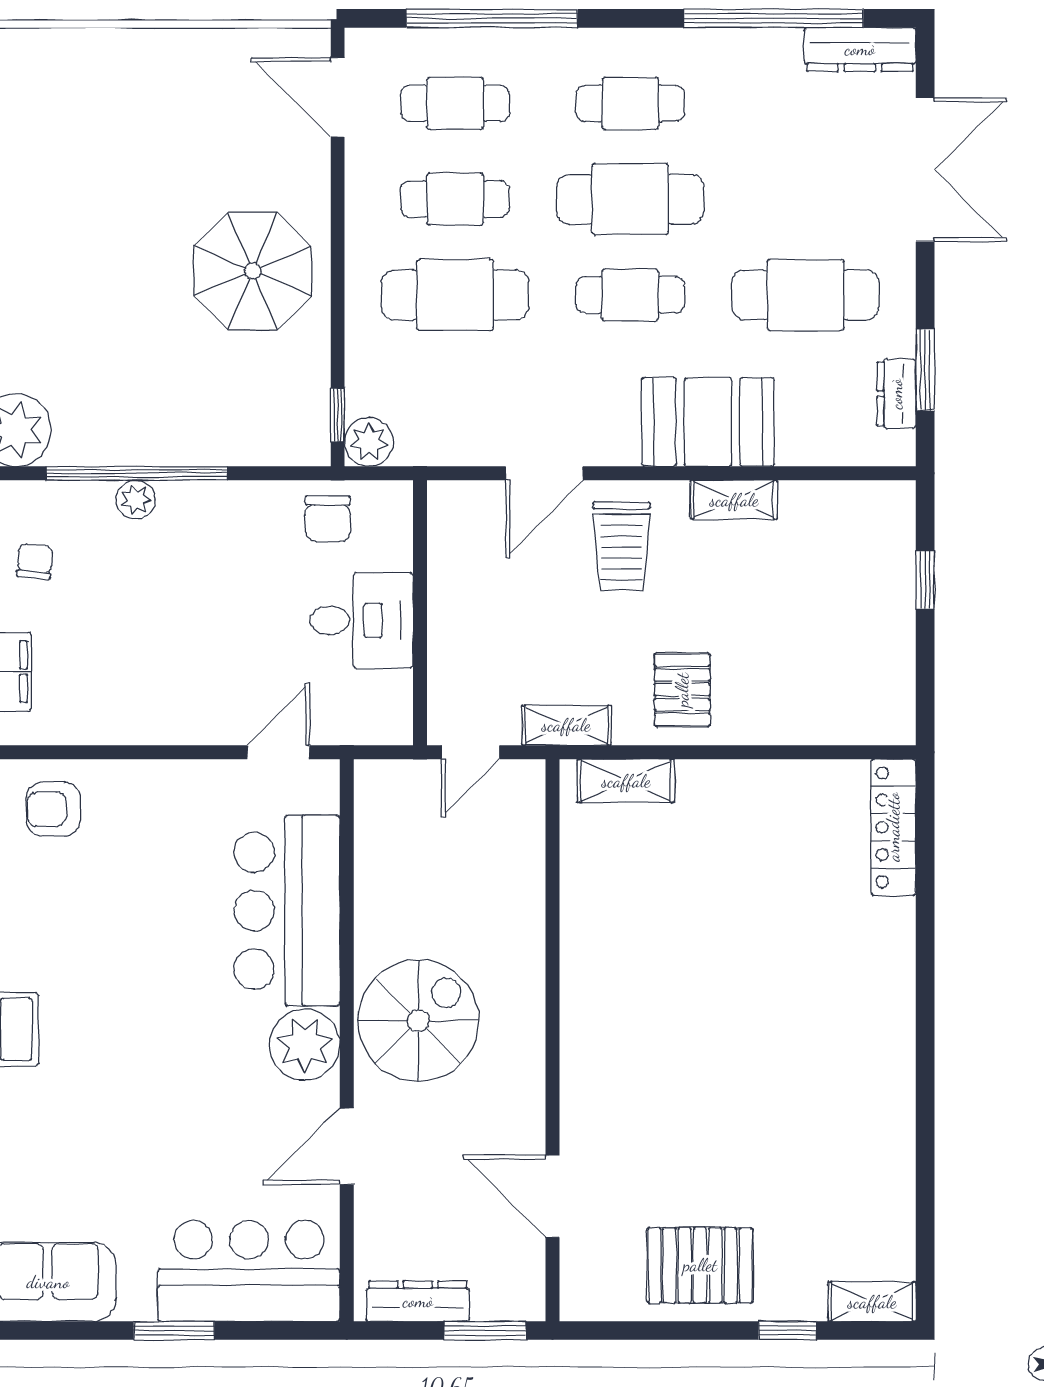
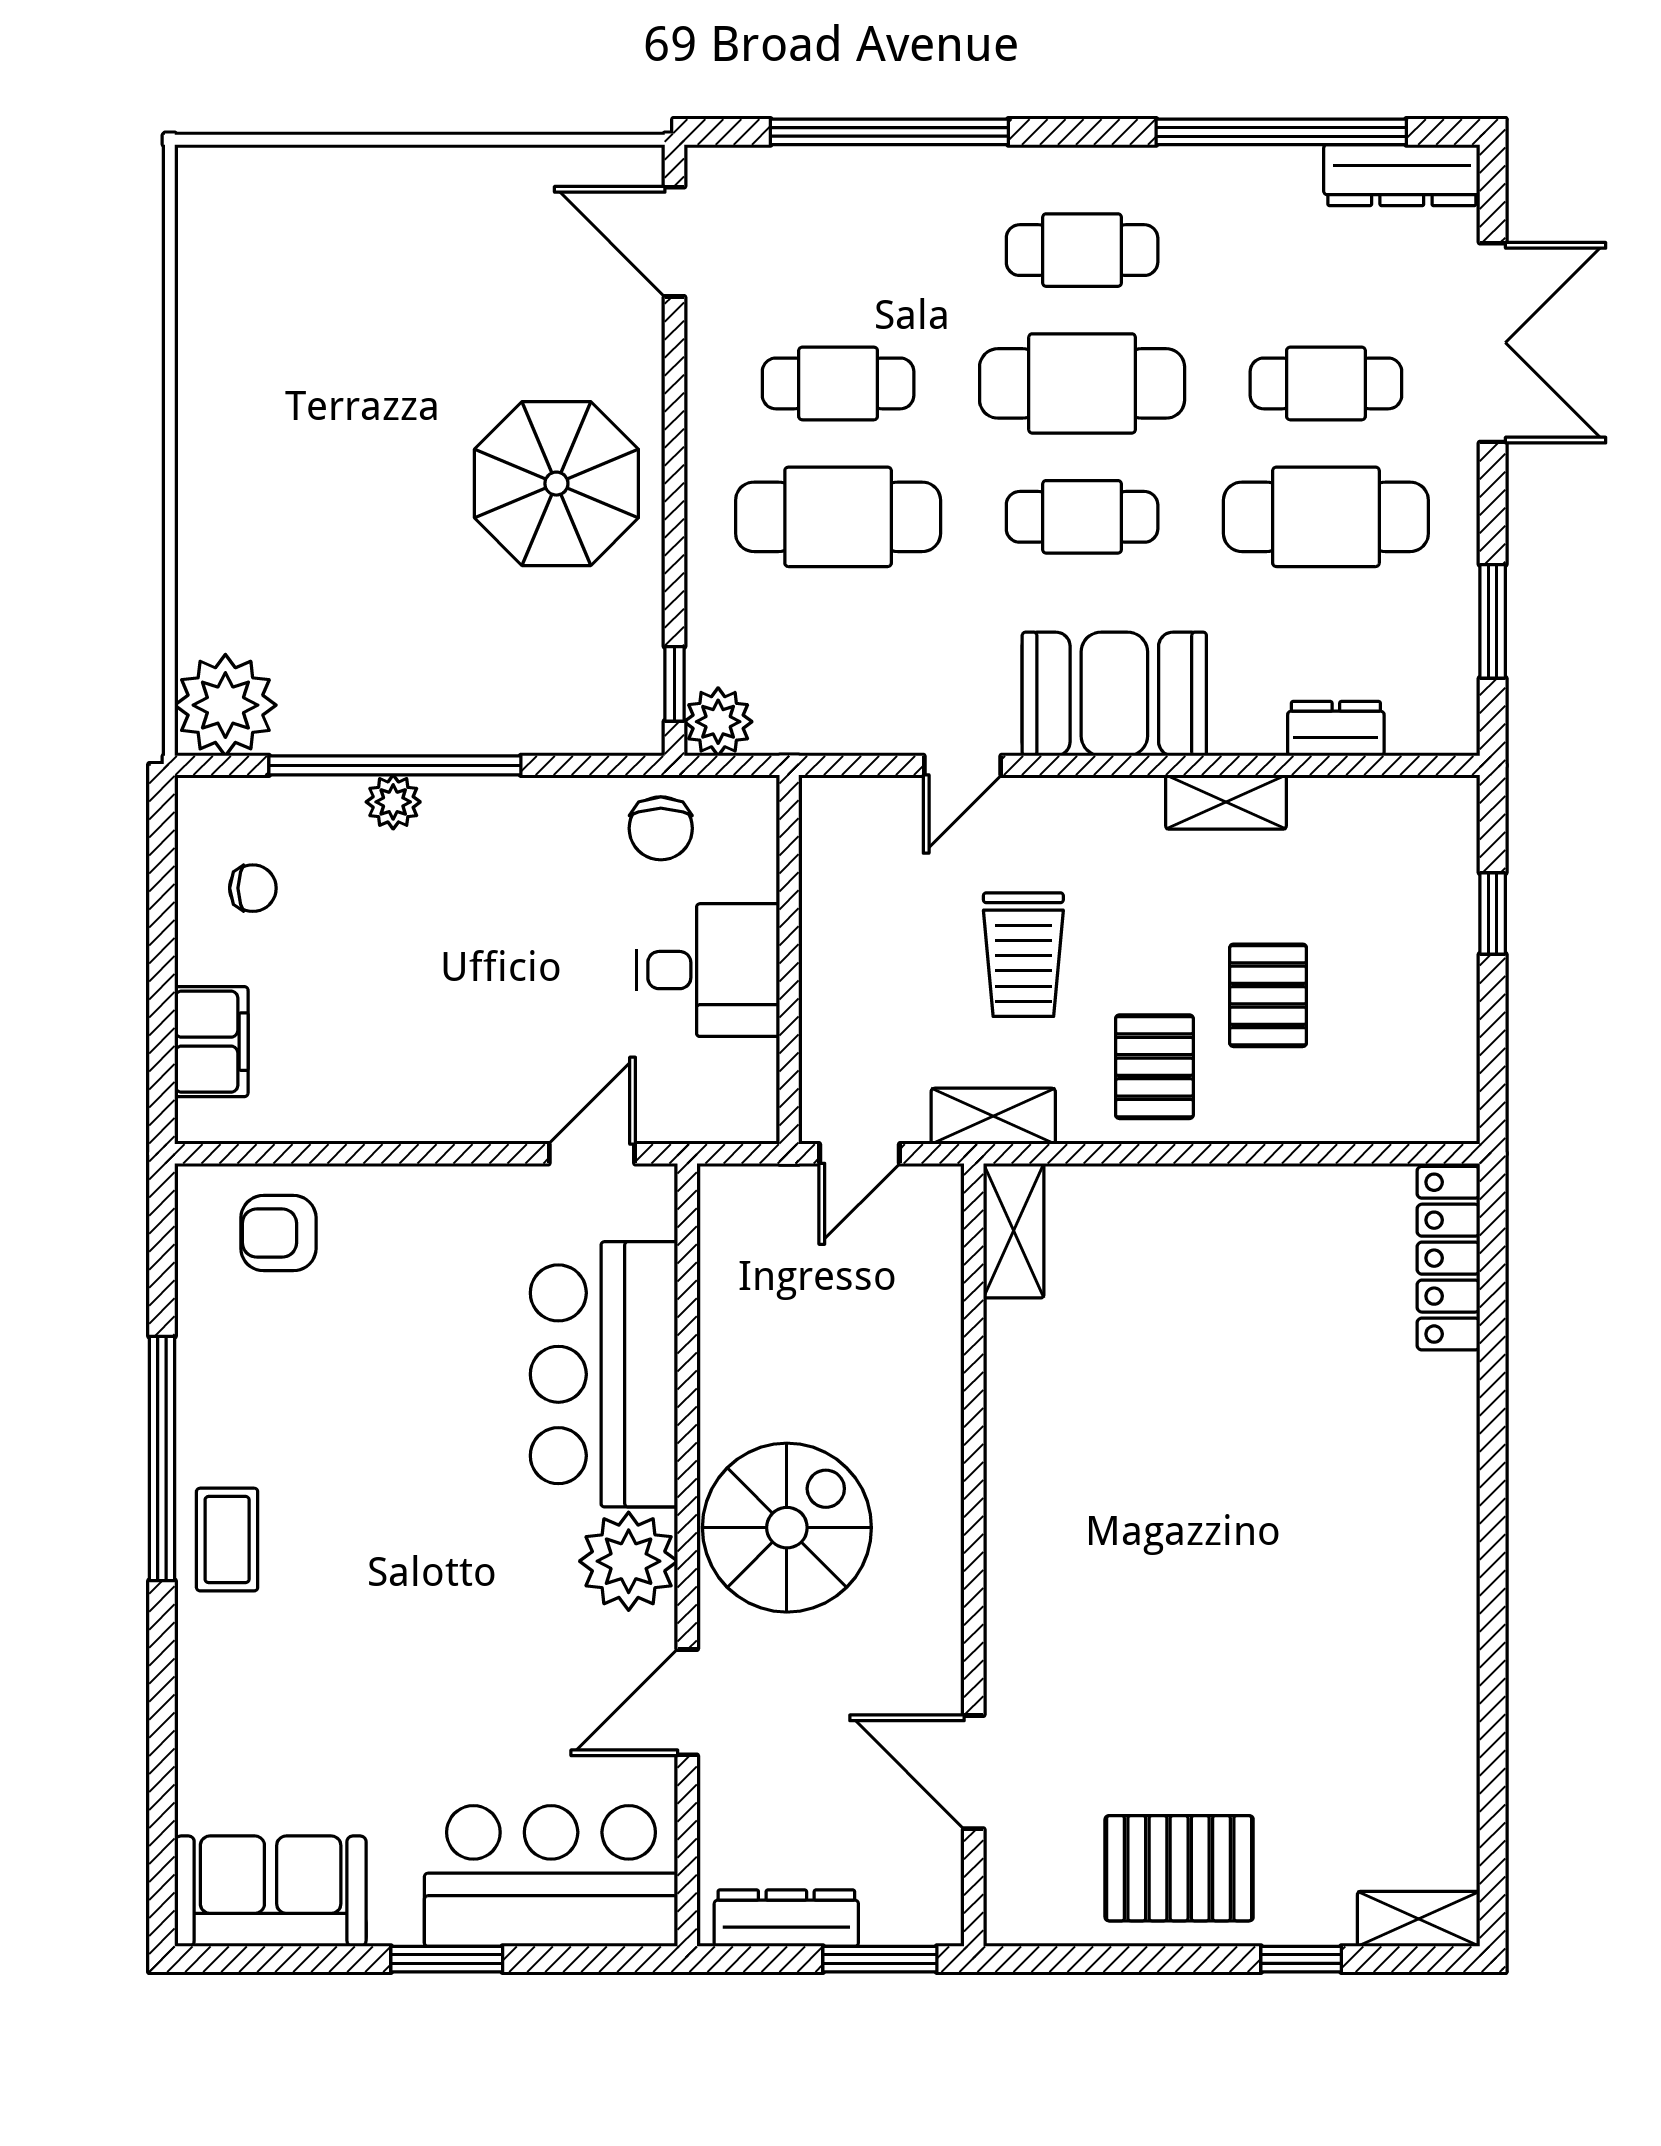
cafe table: (455, 103) -> (1326, 383), moved
dresser: (896, 394) -> (1336, 729), moved, turned 90
booth: (708, 422) -> (1114, 694), moved
door: (544, 473) -> (962, 765), width x0.73
trolley: (622, 546) -> (1023, 955), moved
chair: (35, 562) -> (253, 888), turned 85
pallet: (764, 638) -> (1268, 995), added
shelving: (626, 781) -> (1014, 1231), moved, turned 90

